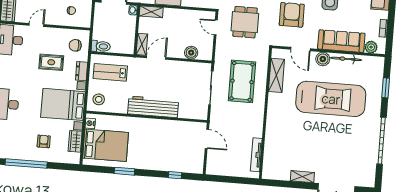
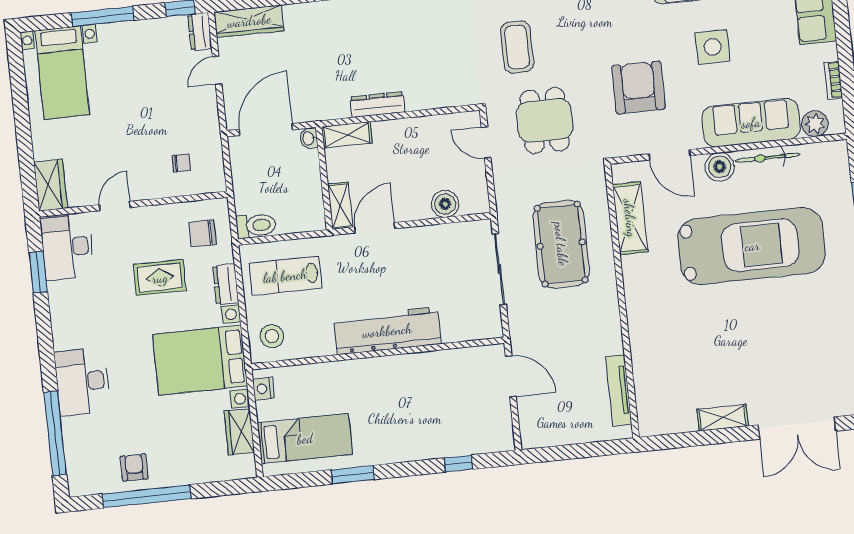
armchair: (44, 141) -> (134, 467), moved
bed: (106, 145) -> (305, 439), width x0.67

